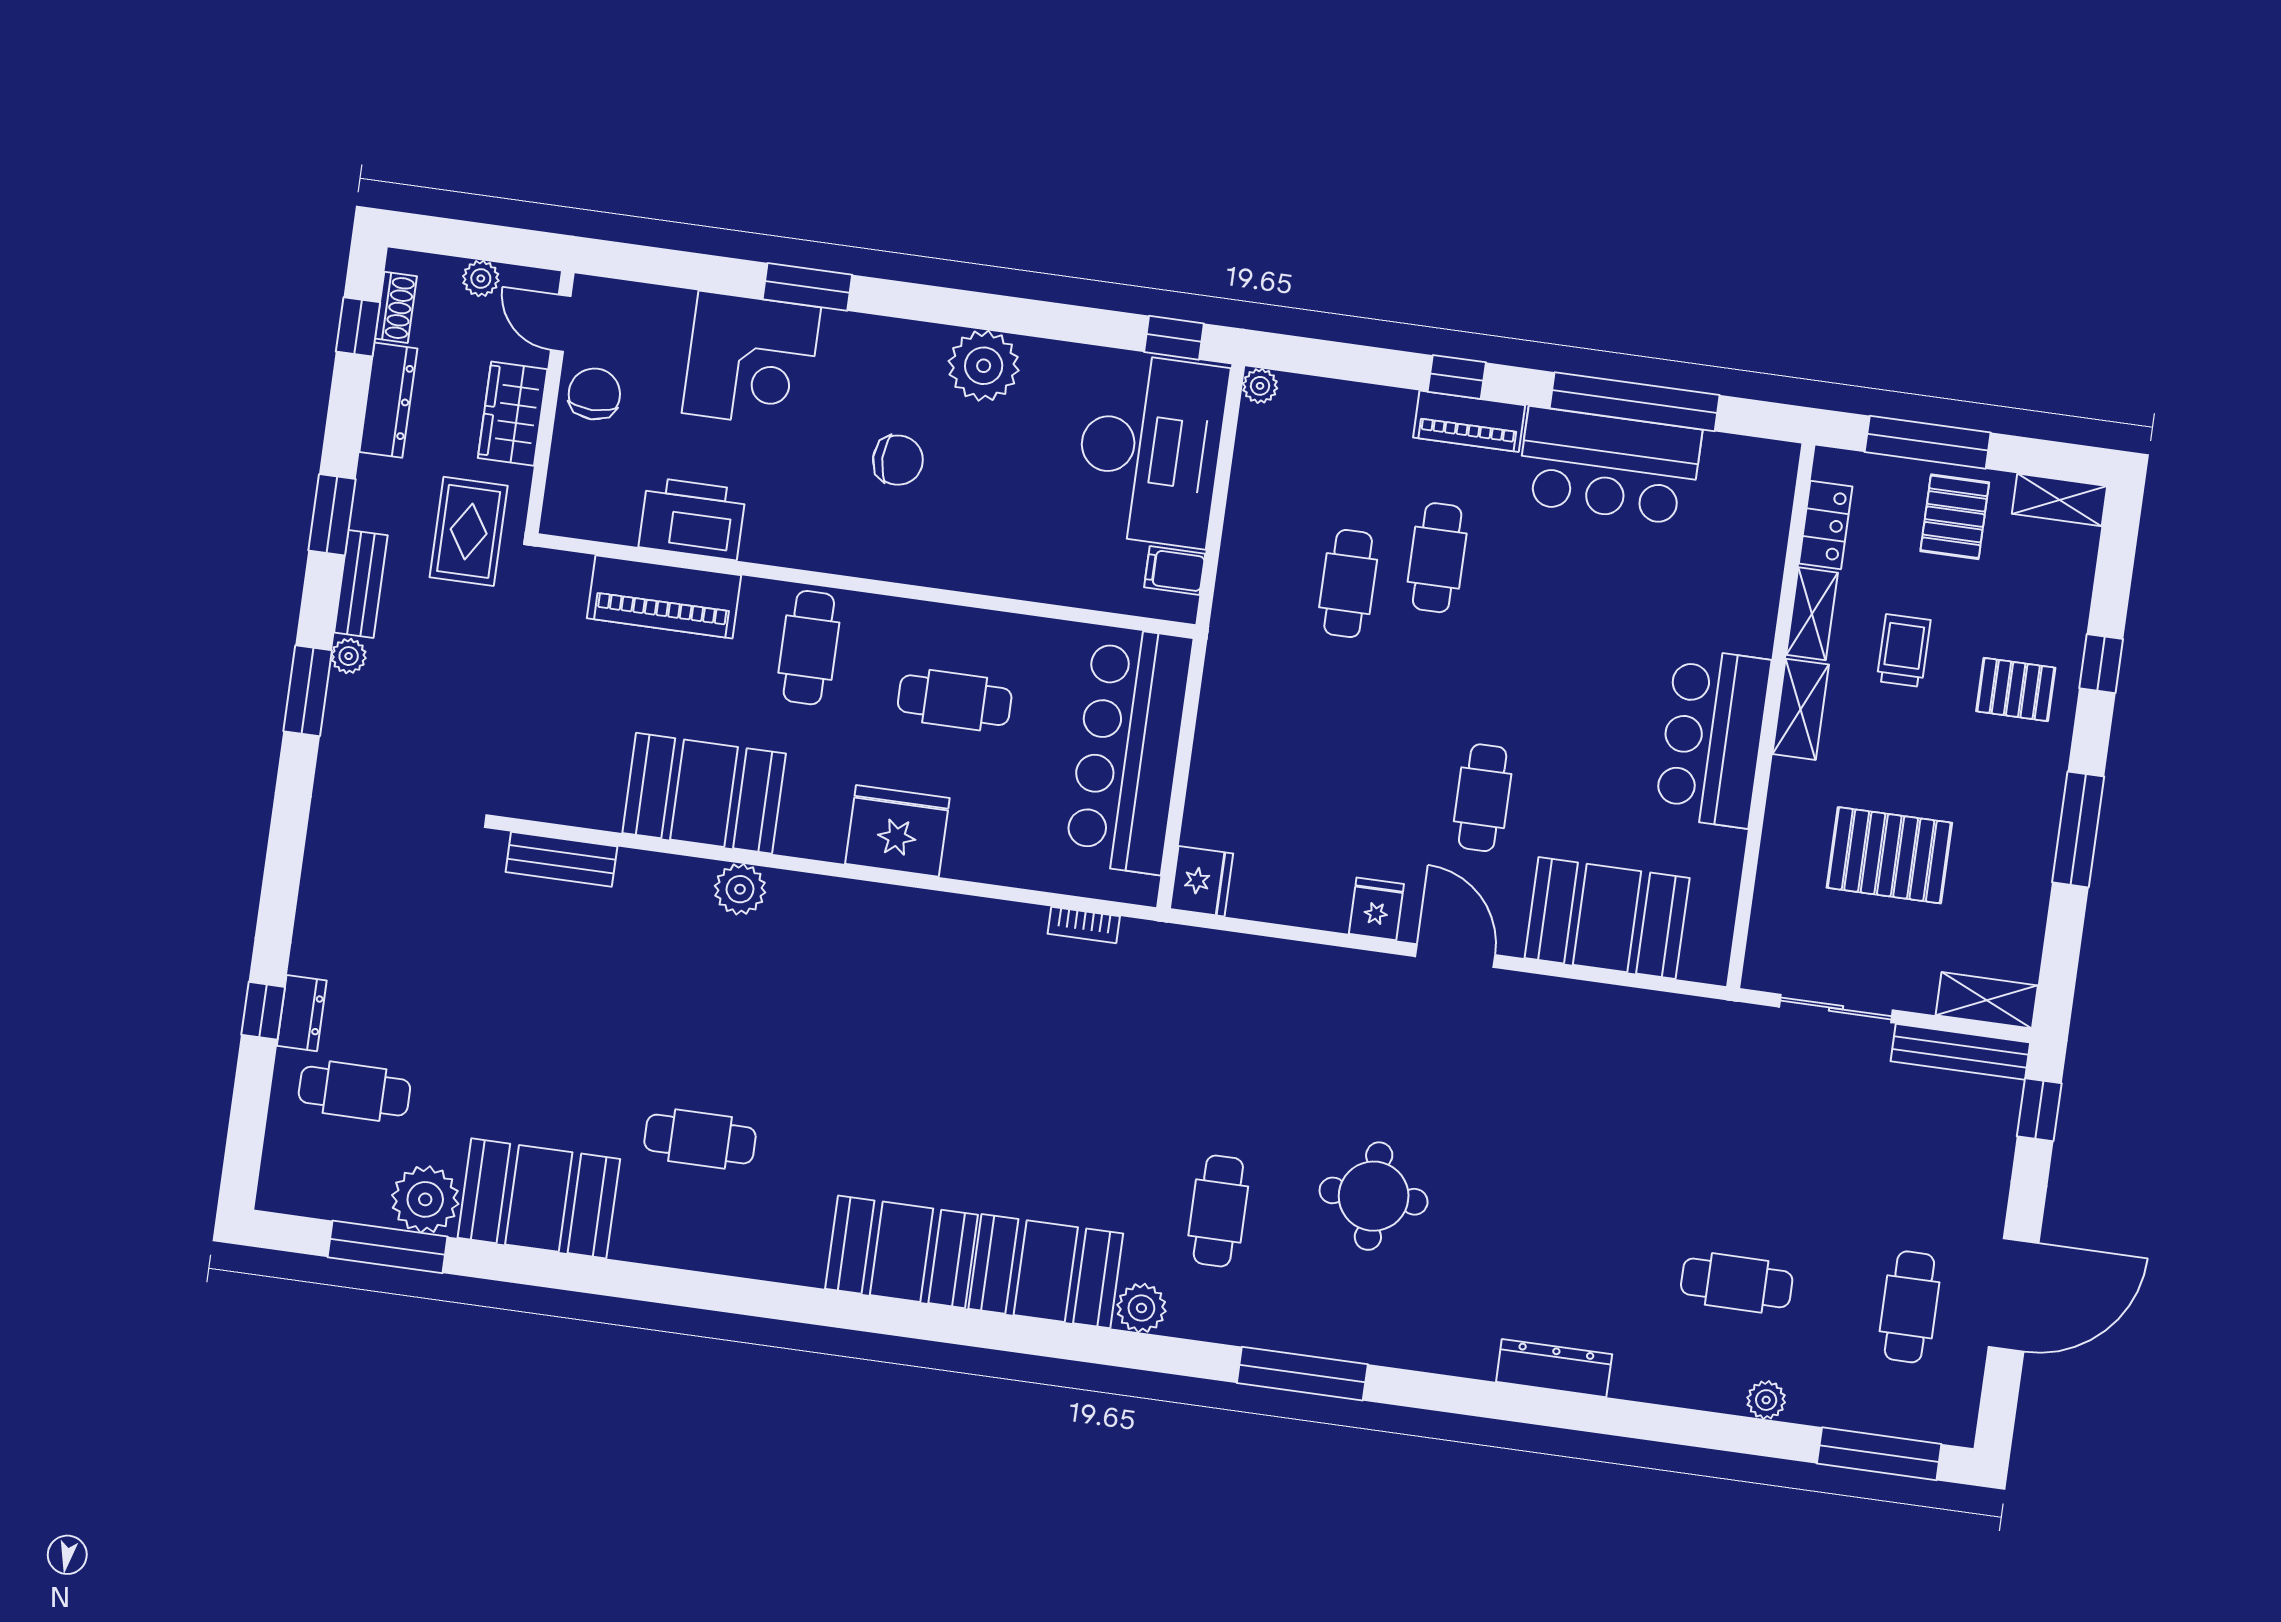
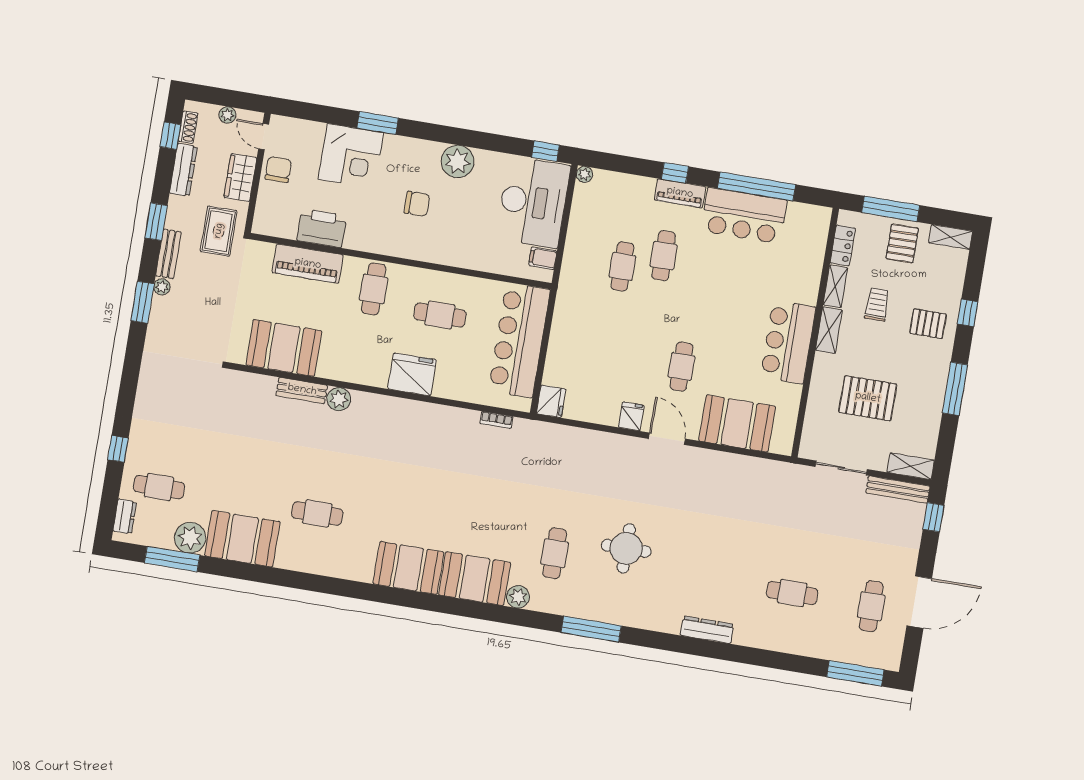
booth: (704, 793) -> (284, 348), moved
bench: (561, 859) -> (302, 390), moved
dresser: (302, 1013) -> (125, 516), moved
plant: (1766, 1400) -> (804, 647), removed

